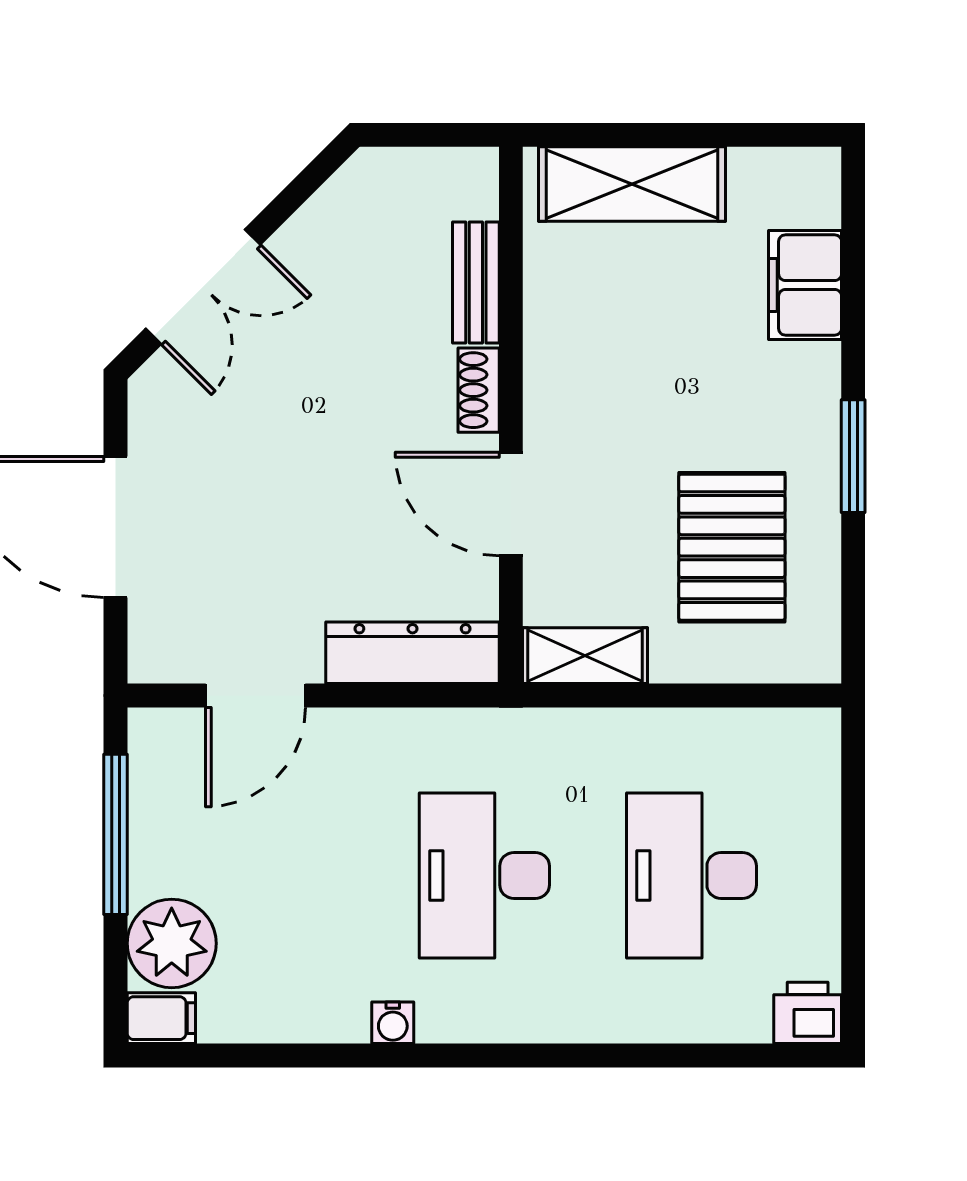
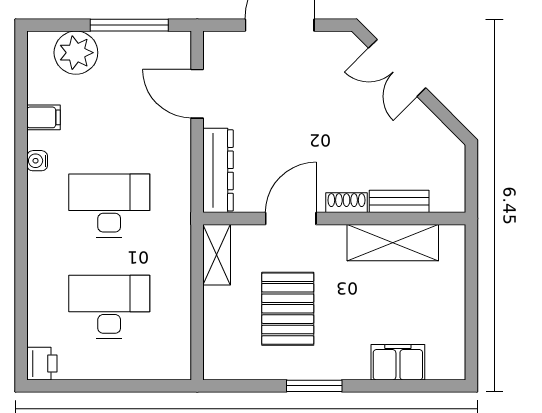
shelving: (632, 184) -> (393, 243), moved, turned 90
pallet: (732, 547) -> (288, 309), moved, turned 90
filing cabinet: (161, 1018) -> (44, 117), moved, turned -90

